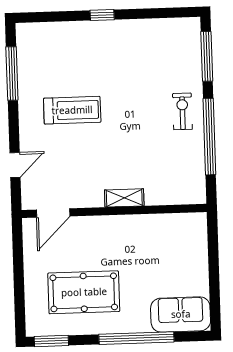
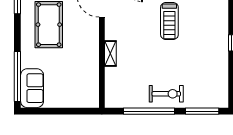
exercise bike: (182, 111) -> (166, 94), width x1.38, depth x1.39
window: (136, 338) -> (17, 76), moved

